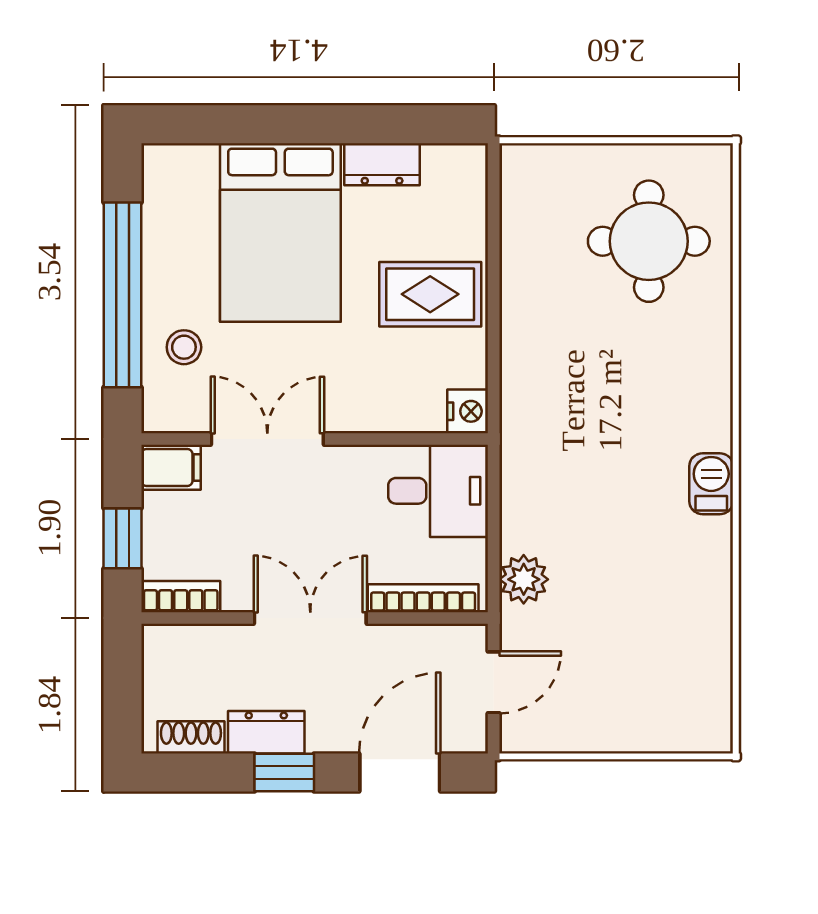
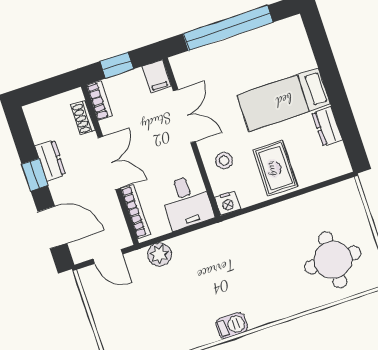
bed: (280, 232) -> (284, 100), width x0.67
stool: (184, 347) -> (224, 161), moved
shoe rack: (191, 737) -> (83, 118), moved, turned 180

